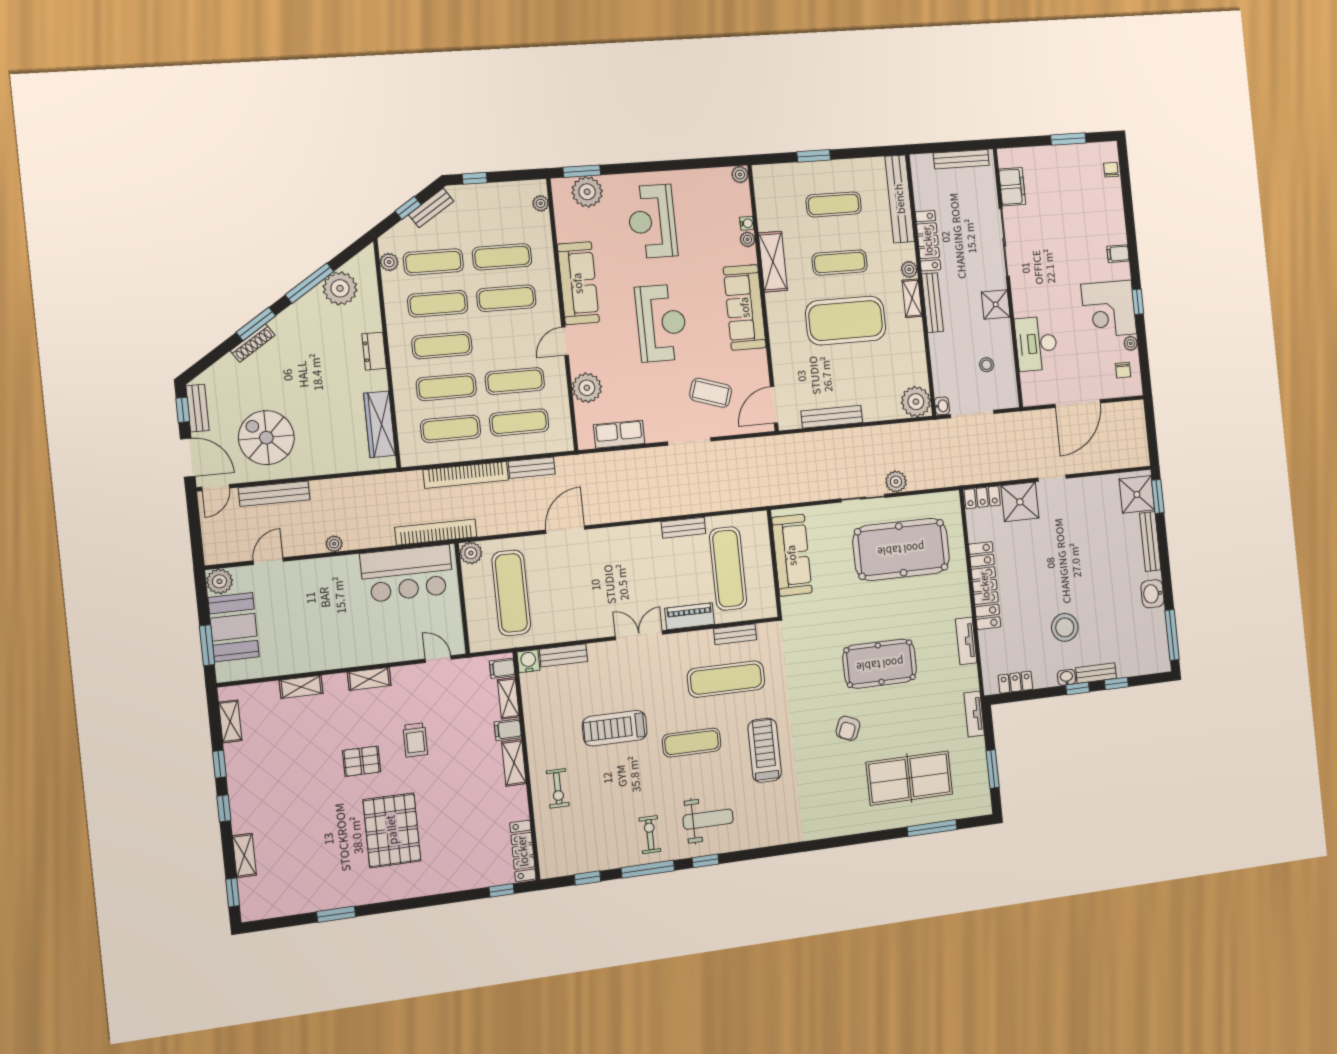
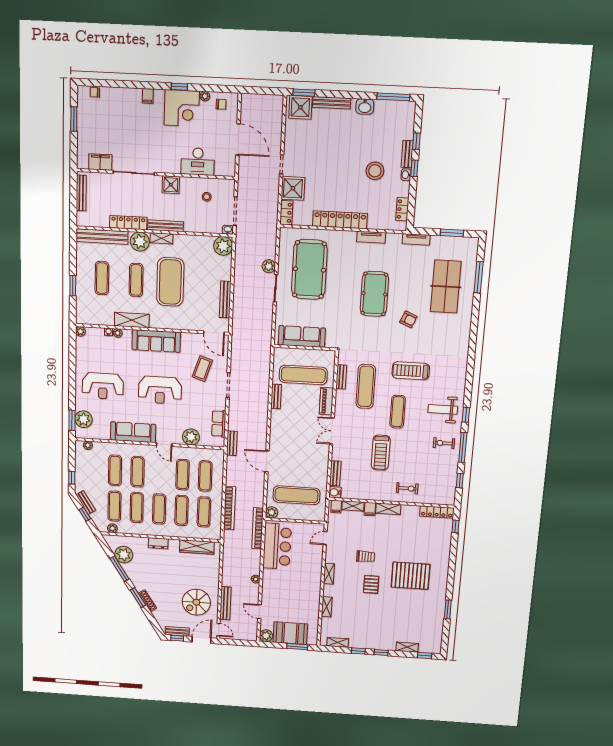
plant: (909, 269) -> (140, 242), width x1.87, depth x1.87
reception desk: (661, 323) -> (160, 390), turned 180
bench: (532, 468) -> (232, 443), moved
weight bench: (708, 819) -> (443, 409), turned -90

